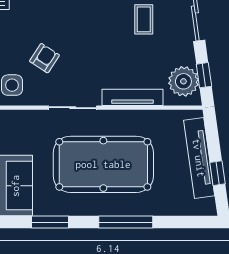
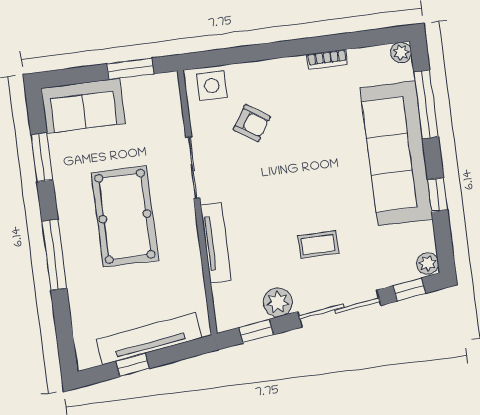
plant: (183, 81) -> (278, 302), moved, width x0.73, depth x0.73
pool table: (103, 164) -> (125, 216), width x0.73, depth x0.76

